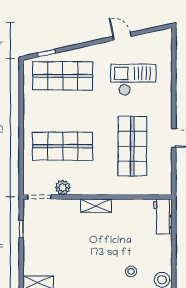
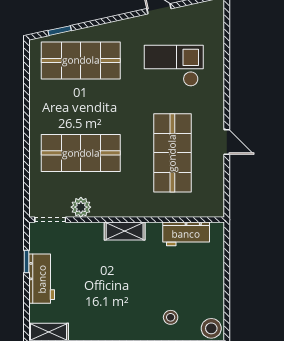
workbench: (163, 216) -> (186, 234), moved, turned -90
workbench: (33, 242) -> (42, 279), added

